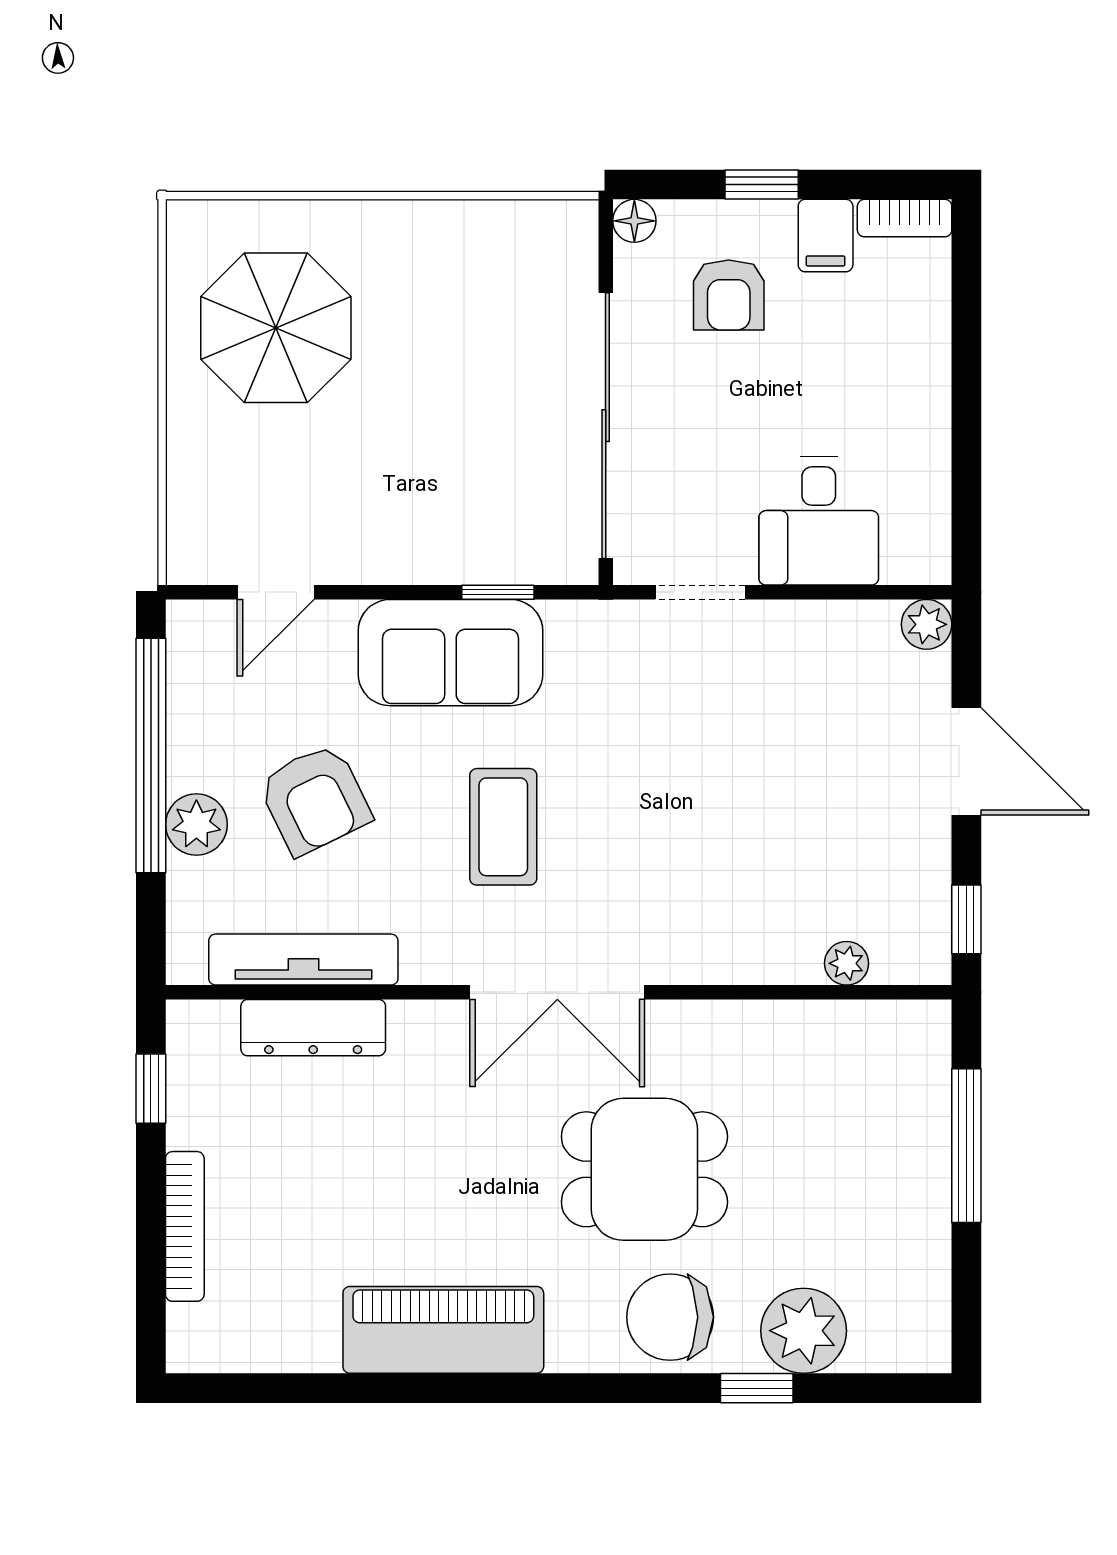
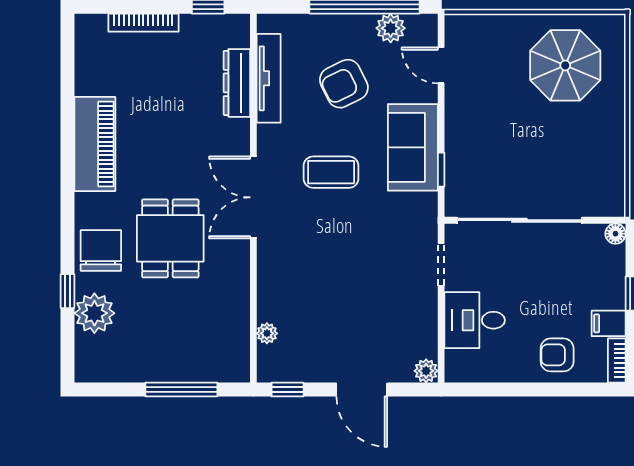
armchair: (729, 295) -> (557, 355), moved
door: (966, 761) -> (362, 390), hinge flipped
plant: (196, 825) -> (391, 28), moved

